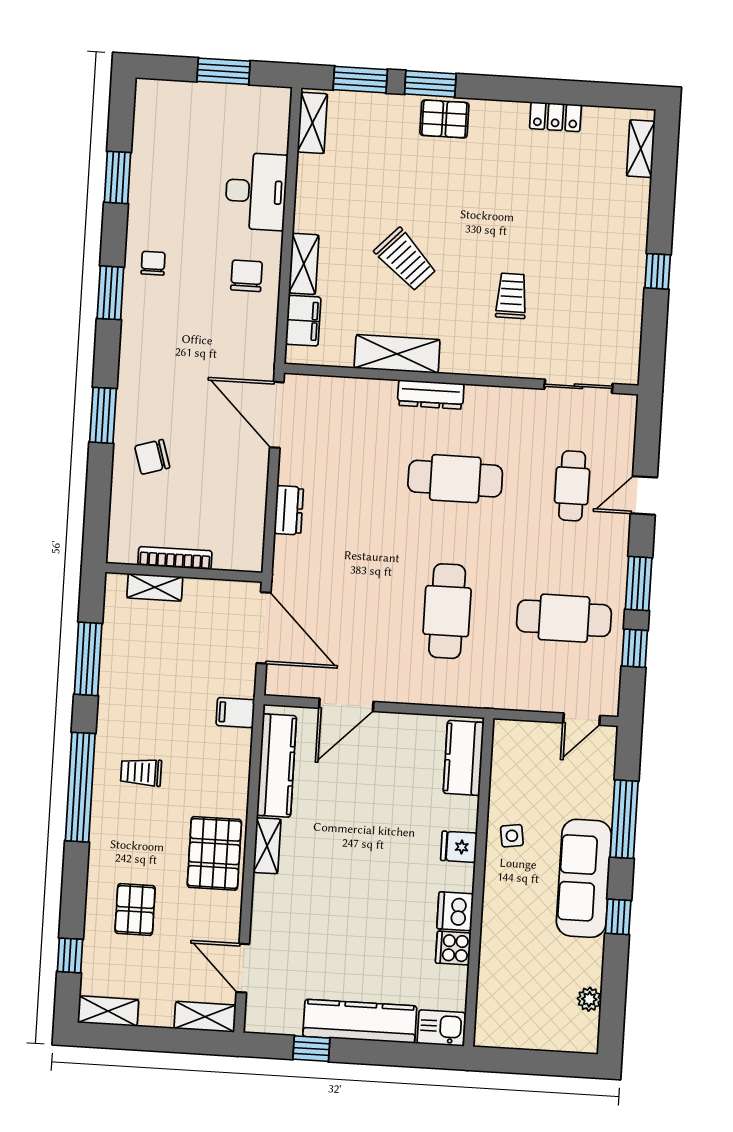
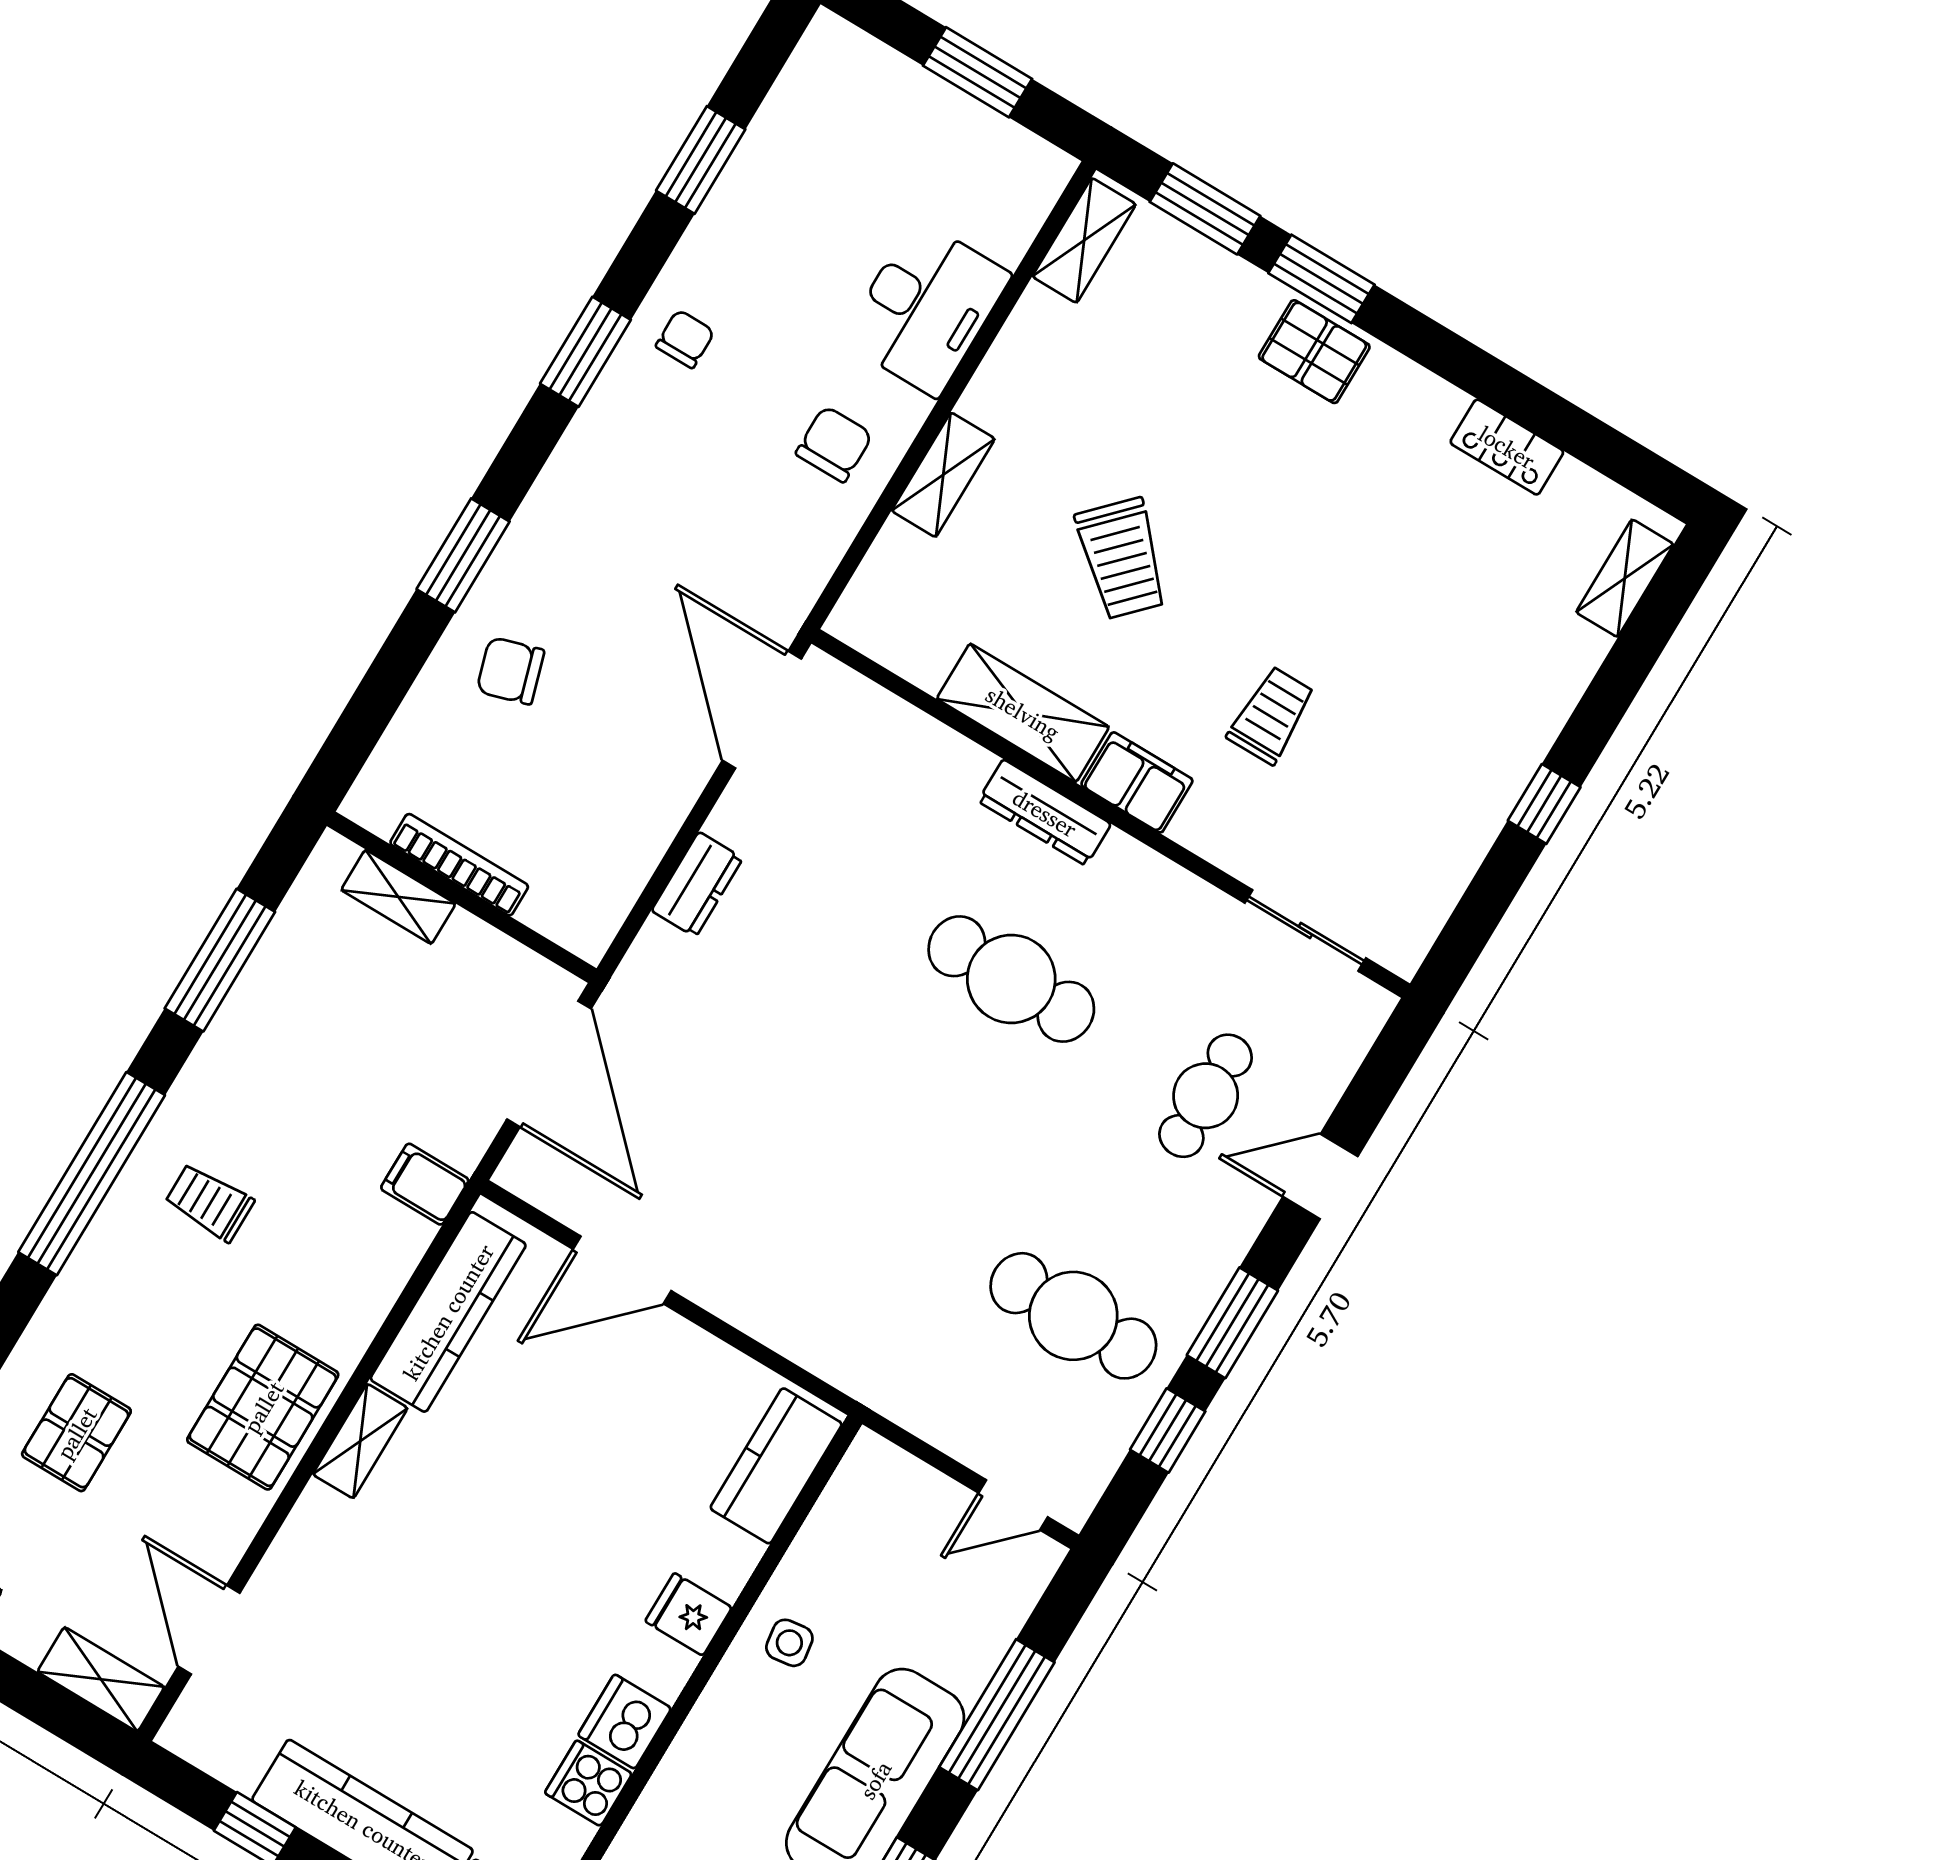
filing cabinet: (303, 321) -> (1137, 782), moved, turned -90
cafe table: (447, 611) -> (879, 1199), removed

